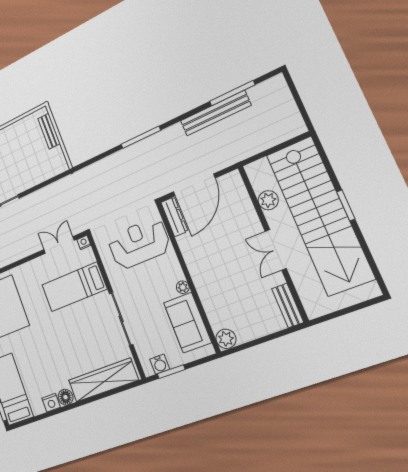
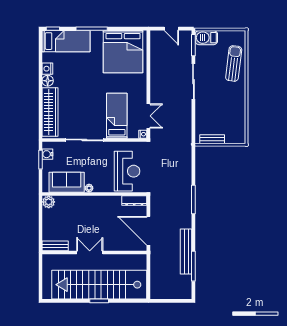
bench: (49, 131) -> (212, 139), moved
door: (194, 185) -> (148, 231), moved
plant: (268, 200) -> (120, 260), removed

